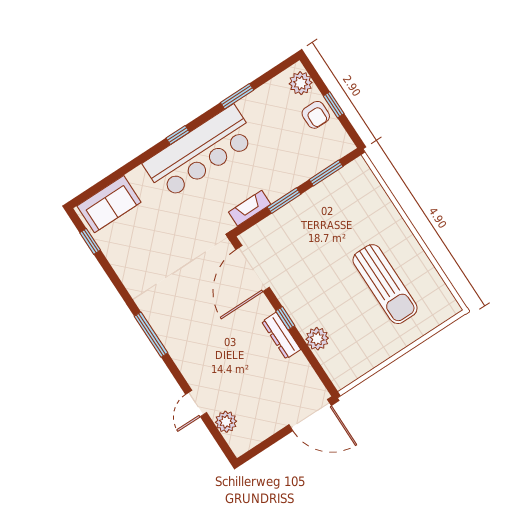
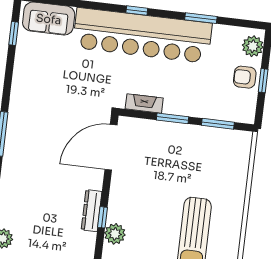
armchair: (316, 115) -> (245, 77), turned 90
bar counter: (200, 152) -> (142, 35), width x1.36
window: (285, 318) -> (103, 217), moved

